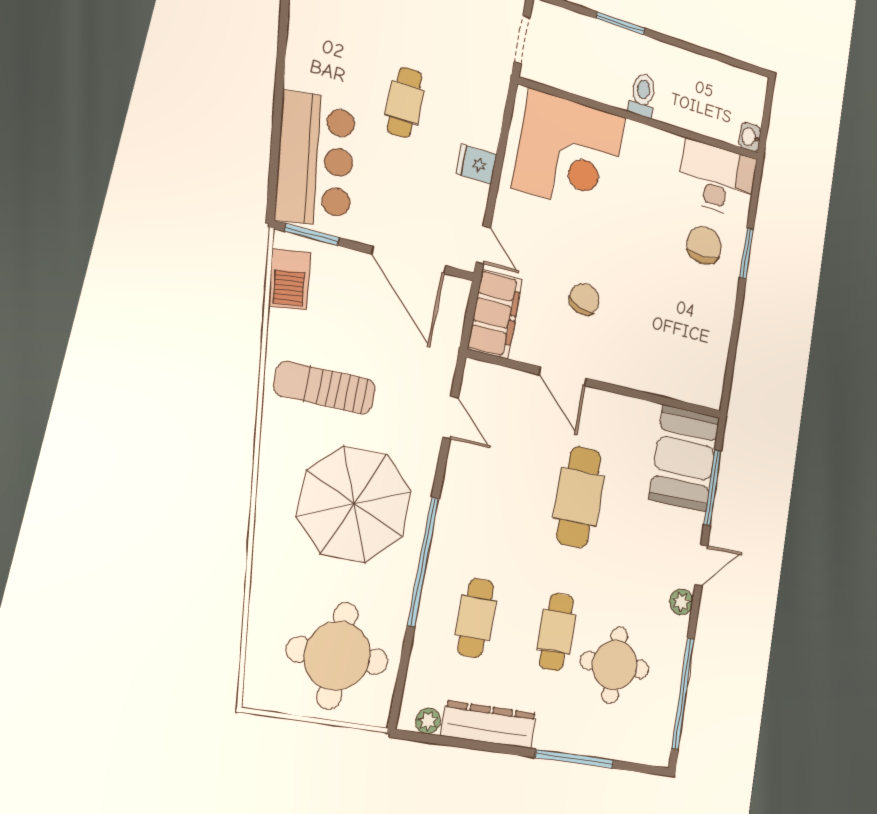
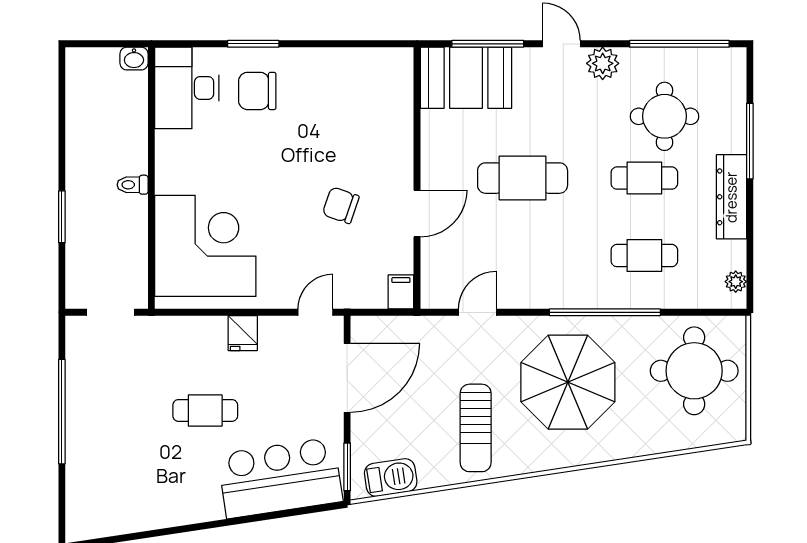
toilet: (643, 95) -> (133, 185), width x0.73, depth x0.72
filing cabinet: (495, 314) -> (401, 292), width x0.33, depth x0.86
plant: (681, 602) -> (603, 63), width x1.38, depth x1.38
dresser: (489, 724) -> (731, 197), moved

